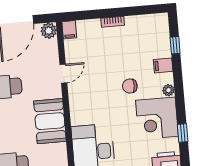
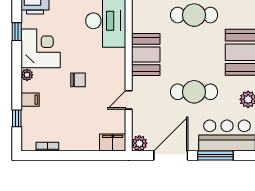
bookcase: (113, 22) -> (47, 147), moved
filing cabinet: (69, 30) -> (113, 142), width x2.00
chair: (130, 86) -> (78, 80), moved

